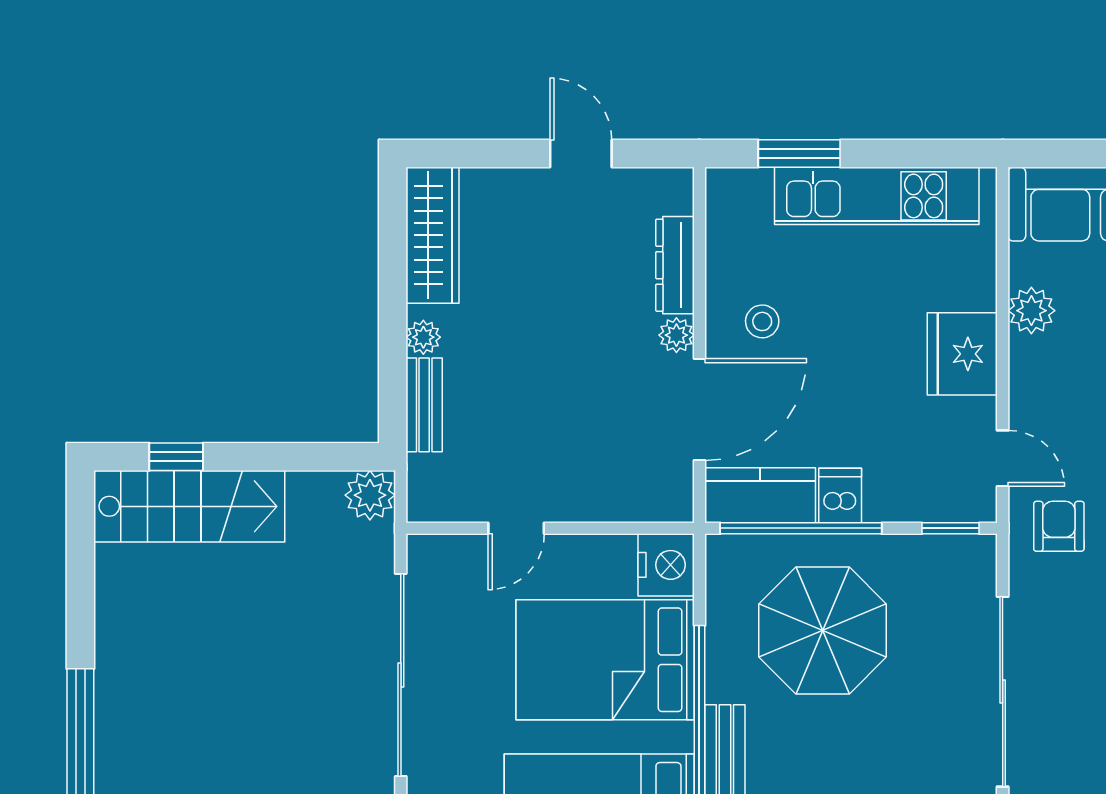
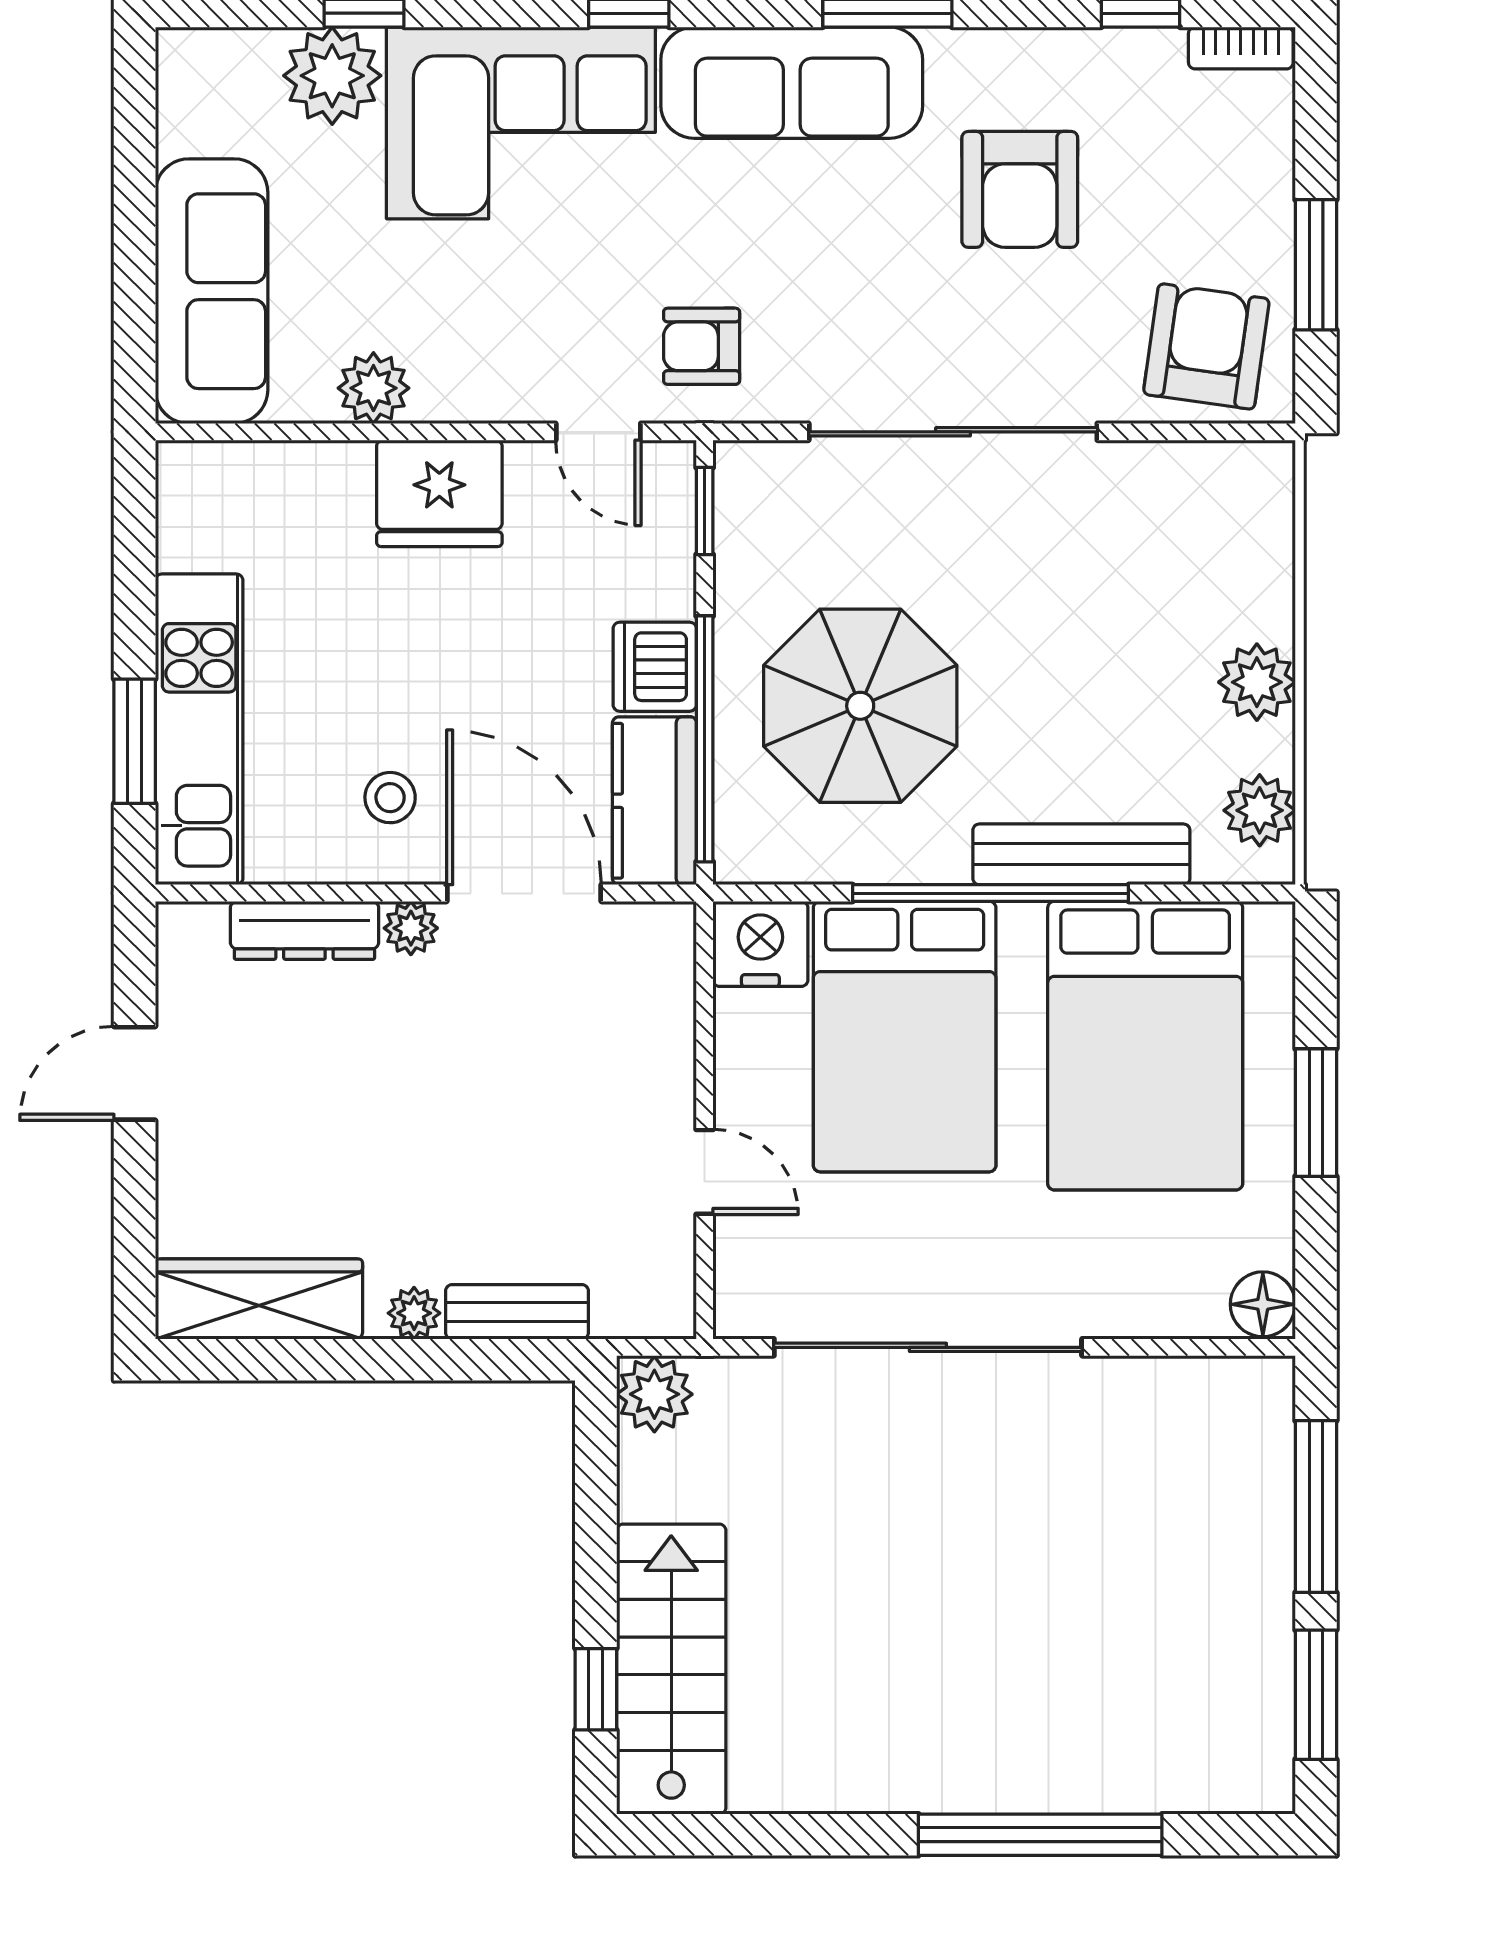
kitchen unit: (877, 196) -> (199, 729), moved
door: (1003, 458) -> (598, 432), swing flipped
dishwasher: (840, 495) -> (655, 667), width x1.38

